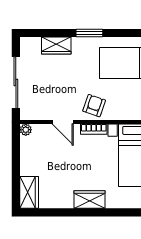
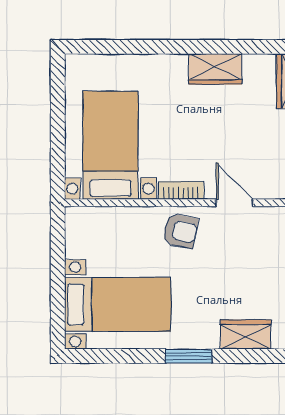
armchair: (94, 106) -> (180, 231), turned -98
wardrobe: (89, 200) -> (215, 69), moved

